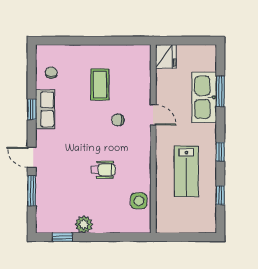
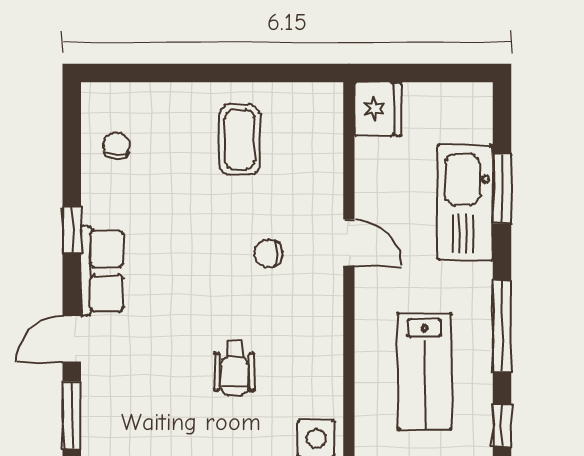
coffee table: (100, 85) -> (239, 140), moved
row of seats: (45, 109) -> (102, 271), moved
window: (220, 152) -> (502, 326), width x2.17
door: (32, 157) -> (72, 339), hinge flipped
wheelchair: (103, 170) -> (234, 368), turned 90

